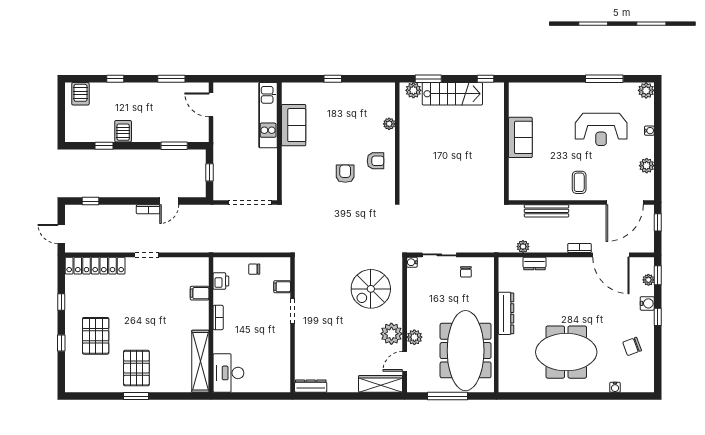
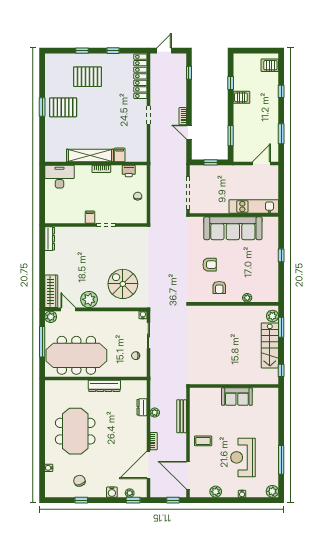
sofa: (294, 125) -> (233, 228), width x1.85, depth x1.27
plant: (523, 247) -> (155, 413), moved
filing cabinet: (282, 287) -> (90, 217), moved
window: (658, 317) -> (81, 500), moved
plant: (414, 337) -> (51, 317), moved
shelving: (200, 361) -> (90, 156), moved

